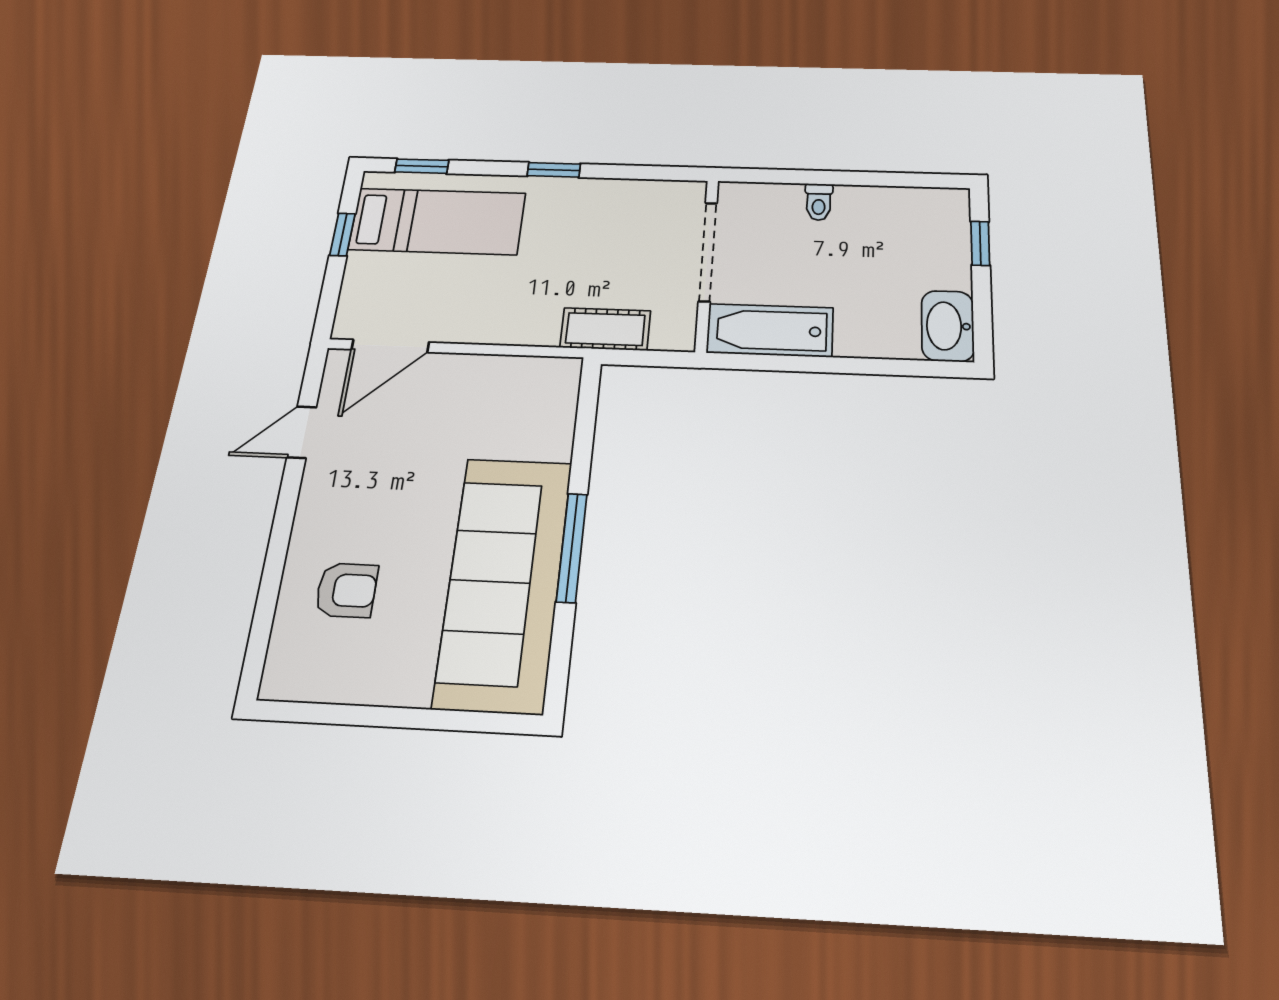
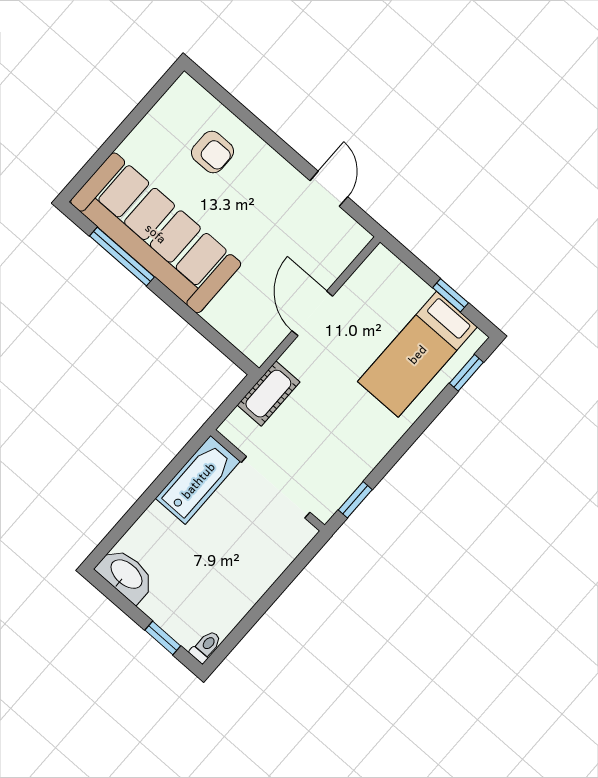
window: (554, 170) -> (355, 500), moved
toilet: (819, 202) -> (206, 647), moved, turned 90
door: (390, 346) -> (312, 313), moved
window: (572, 547) -> (122, 256), moved
armchair: (346, 590) -> (213, 152), turned -90

